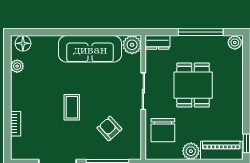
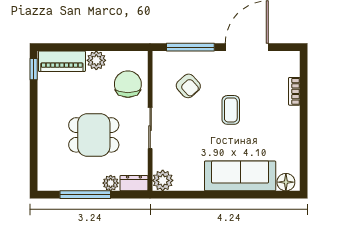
plant: (235, 43) -> (111, 183), moved
sofa: (90, 49) -> (240, 176), moved
plant: (17, 66) -> (293, 156), removed
dining table: (193, 85) -> (94, 135), turned 90

